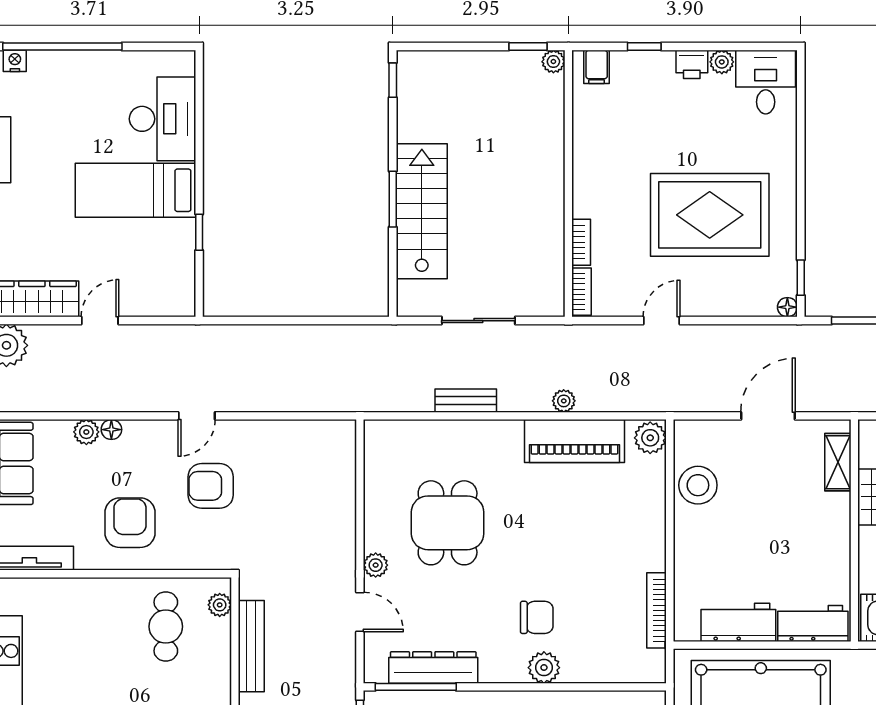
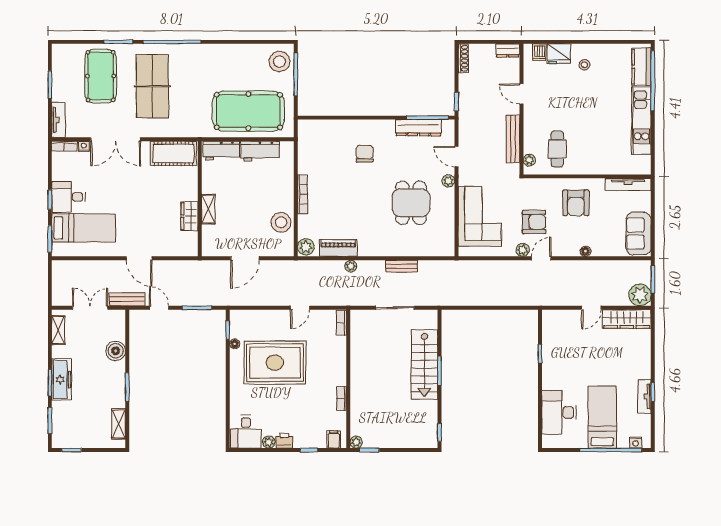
bed: (135, 190) -> (602, 417), moved, turned -90
bookcase: (581, 242) -> (342, 399), moved
floor lamp: (787, 307) -> (235, 344), moved
plant: (86, 432) -> (523, 250), moved
piano: (574, 441) -> (338, 248), width x0.73, depth x0.75
shelving: (838, 462) -> (208, 209), moved
corner sofa: (315, 497) -> (480, 216), added
bookcase: (656, 610) -> (303, 194), moved
chair: (537, 617) -> (365, 154), turned 90
plant: (544, 668) -> (361, 128), removed

